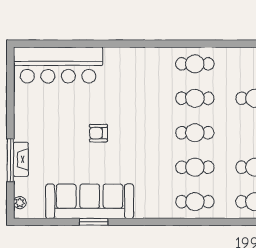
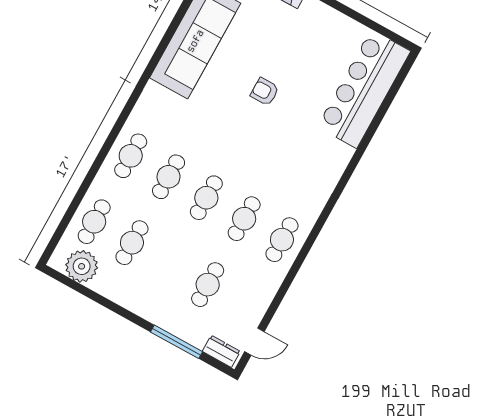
armchair: (98, 133) -> (265, 92), turned -90
window: (94, 222) -> (170, 32), removed

